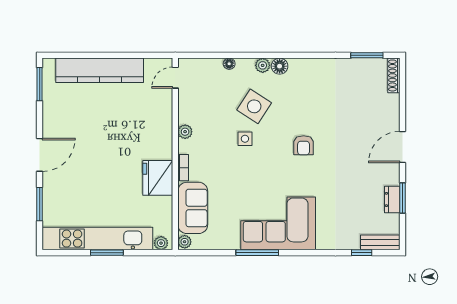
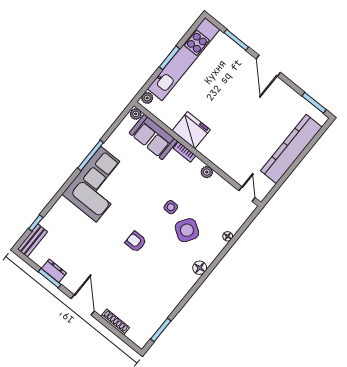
plant: (263, 65) -> (209, 257), removed
shoe rack: (394, 75) -> (115, 322), moved

